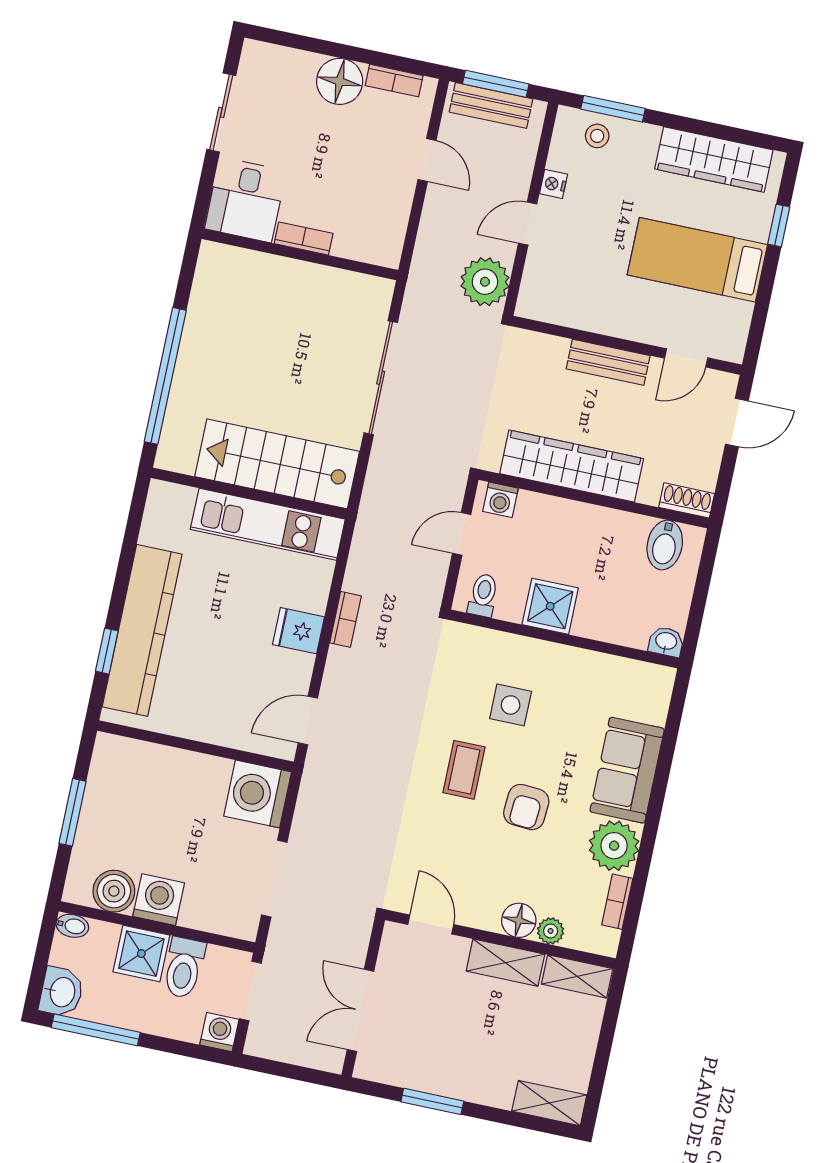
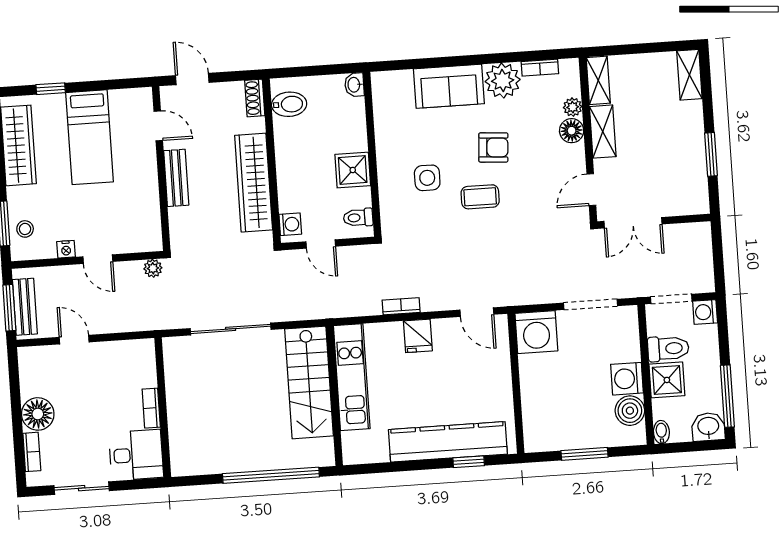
bookcase: (394, 81) -> (32, 452), moved
door: (427, 160) -> (74, 340), hinge flipped
plant: (485, 282) -> (153, 268), width x0.53, depth x0.53
double door: (360, 1010) -> (633, 223), moved

